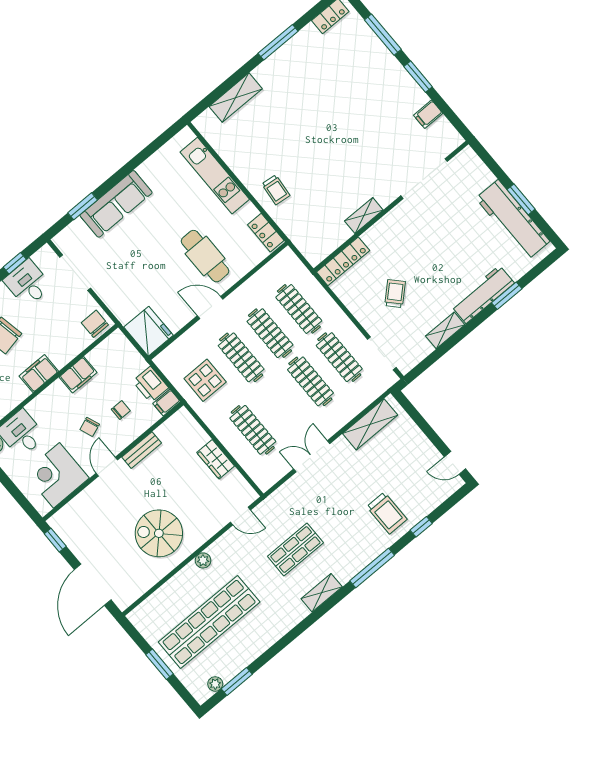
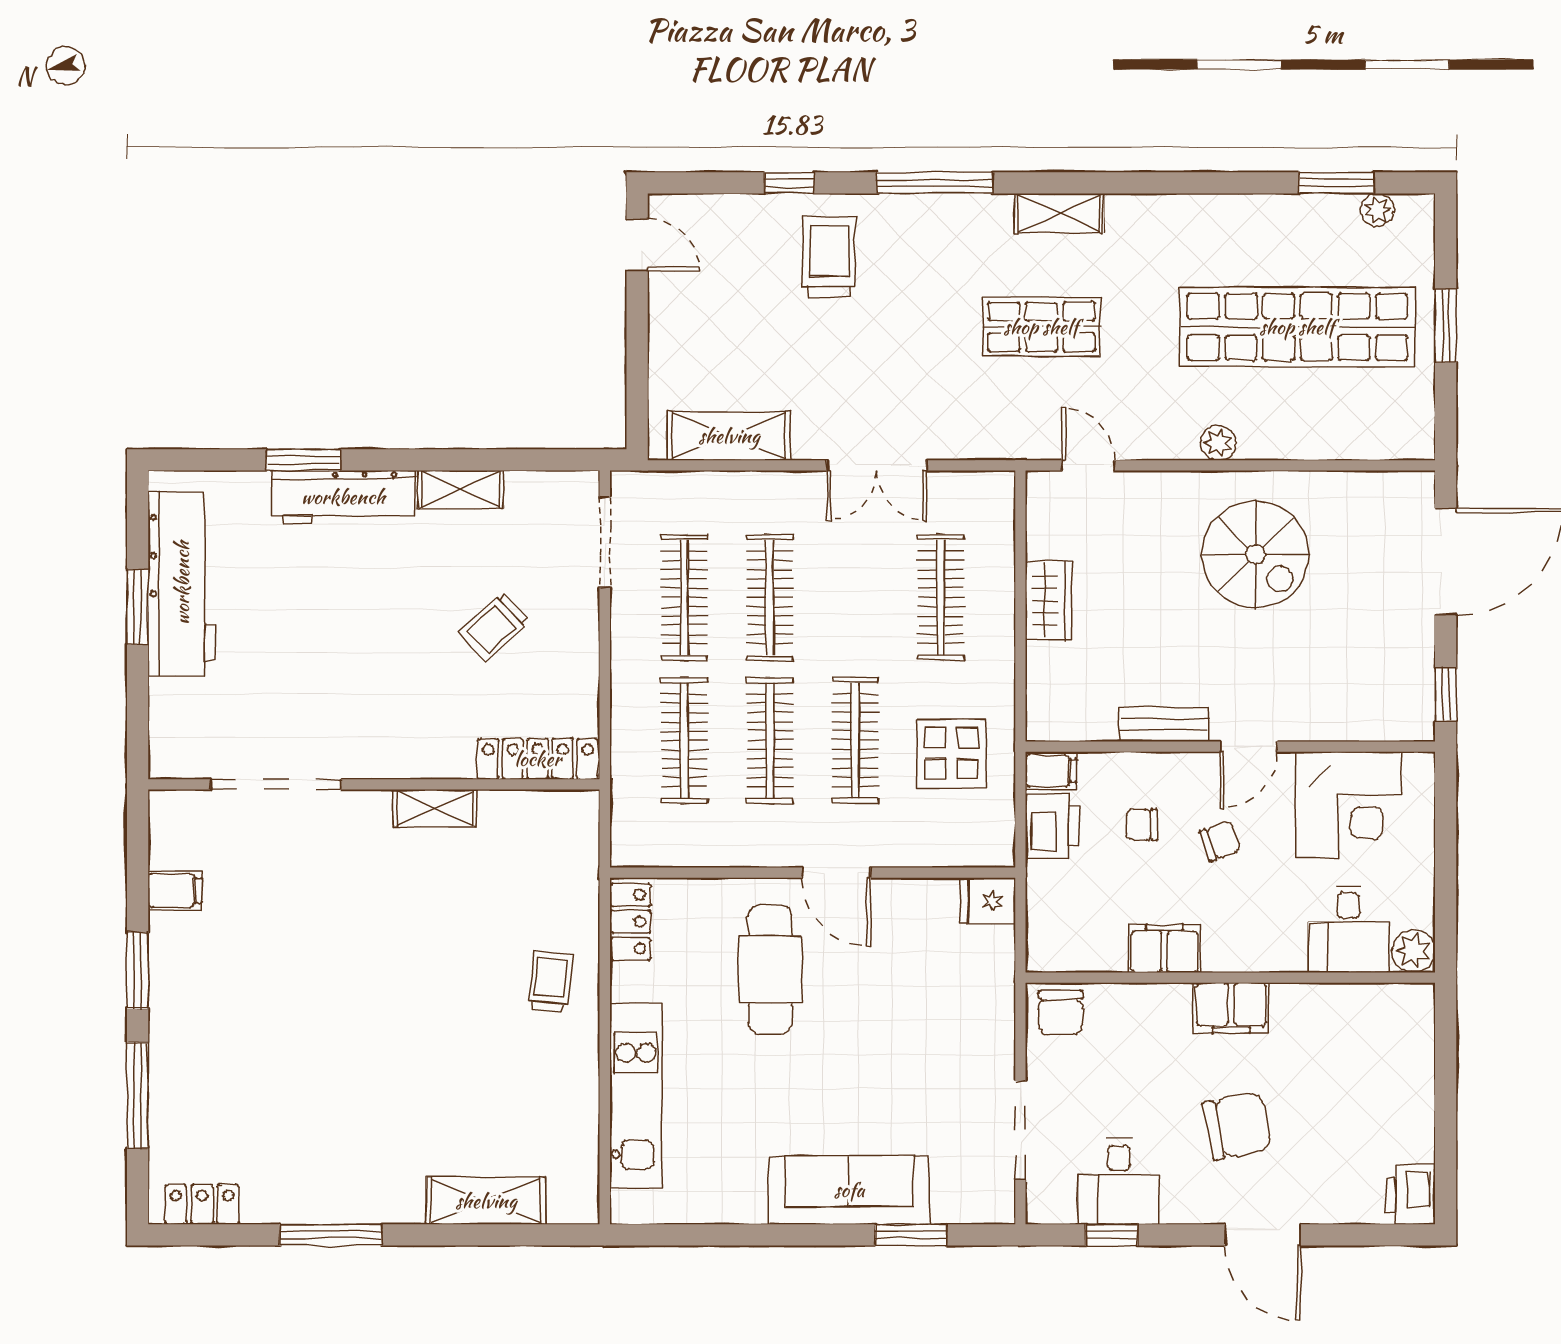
fridge: (148, 331) -> (988, 901), width x0.53, depth x0.75

